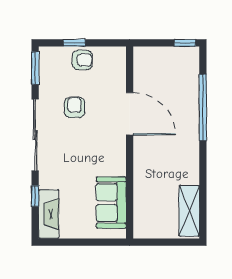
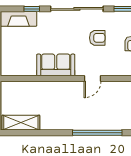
door: (130, 114) -> (93, 79), width x0.53
sofa: (111, 203) -> (56, 65), moved

